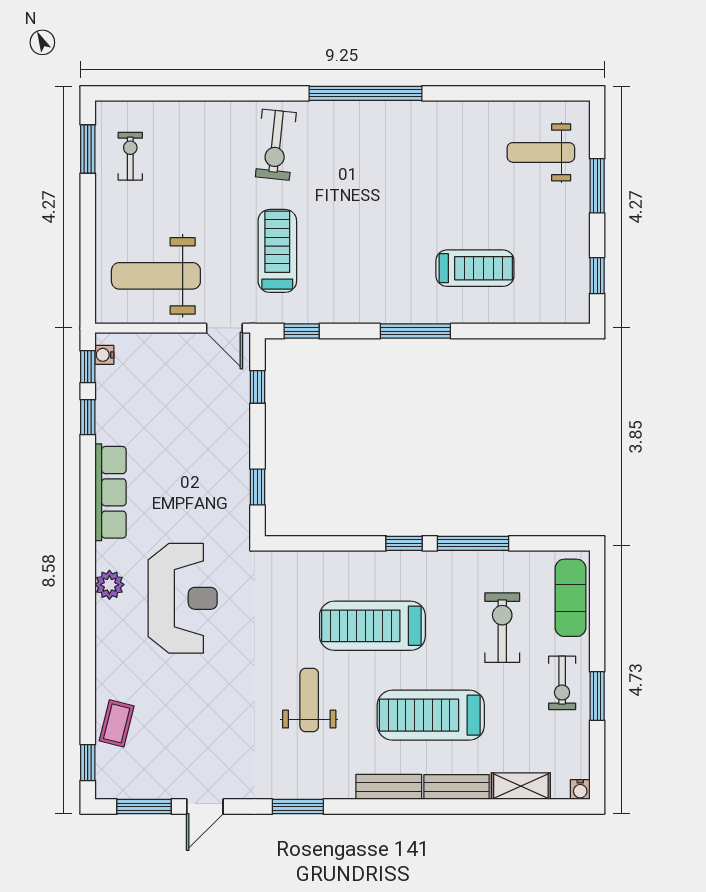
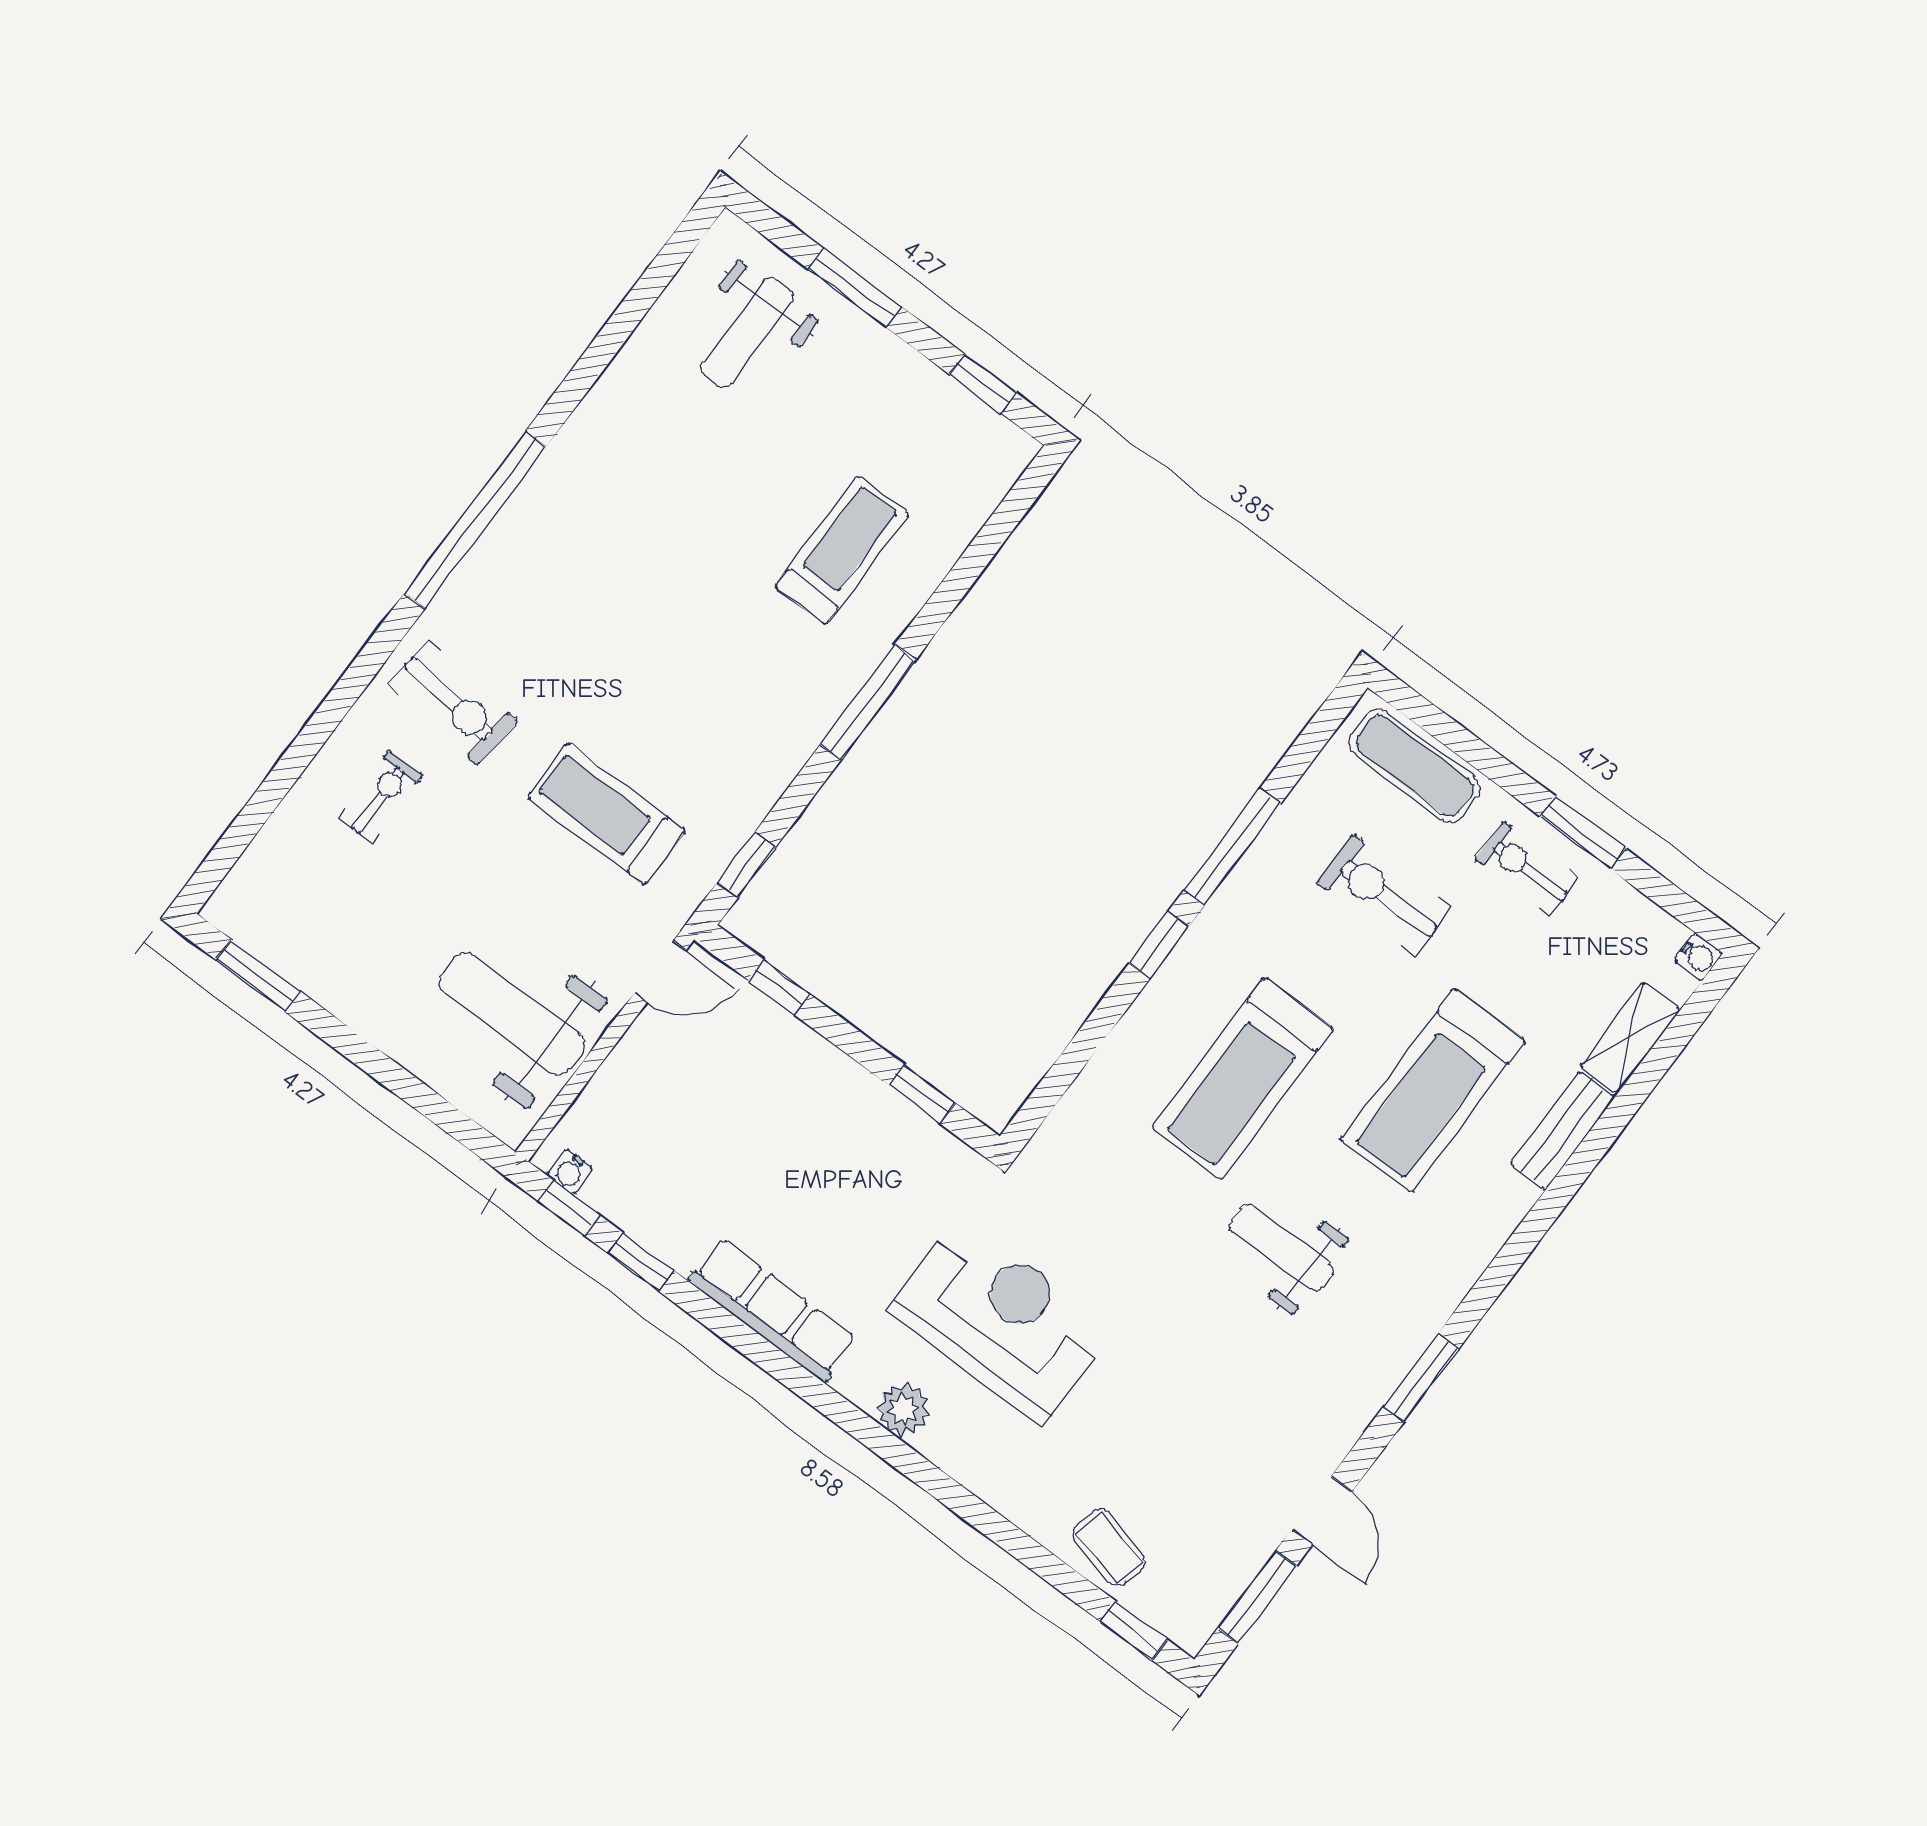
exercise bike: (130, 156) -> (380, 797), moved, turned 90
weight bench: (156, 276) -> (512, 1014), turned 90
exercise bike: (562, 683) -> (1527, 869), turned 180
bench: (389, 787) -> (1490, 1227), removed

